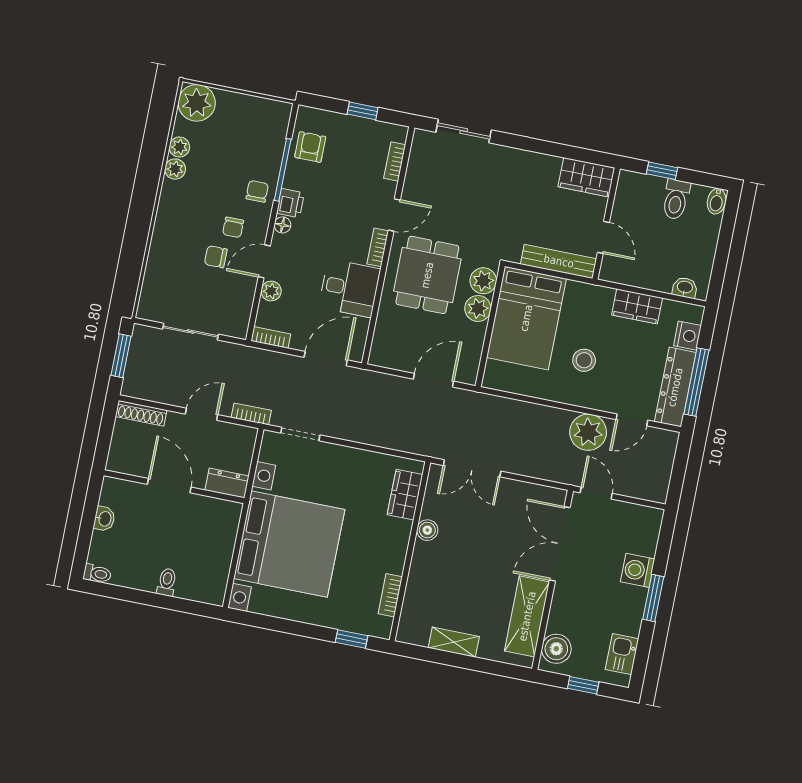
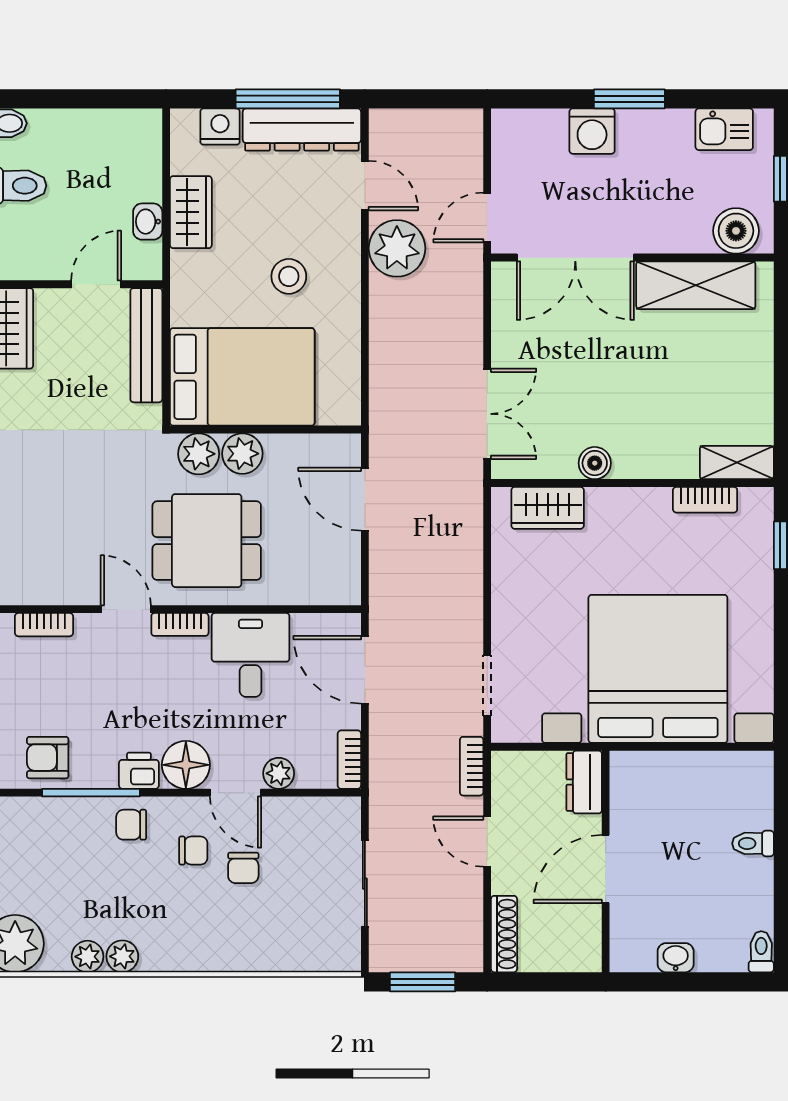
floor lamp: (282, 225) -> (186, 765), width x1.89, depth x1.89
washbasin: (685, 288) -> (148, 222), moved
shelving: (454, 642) -> (737, 463), moved, turned 90

